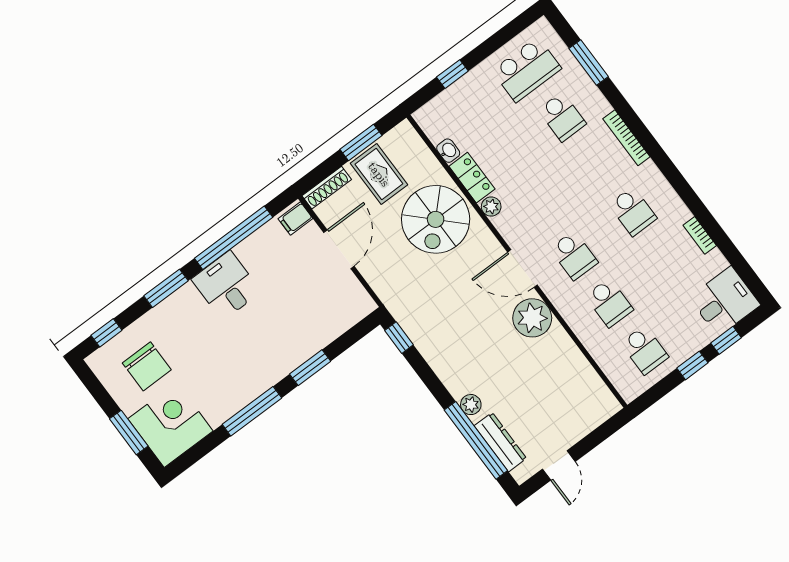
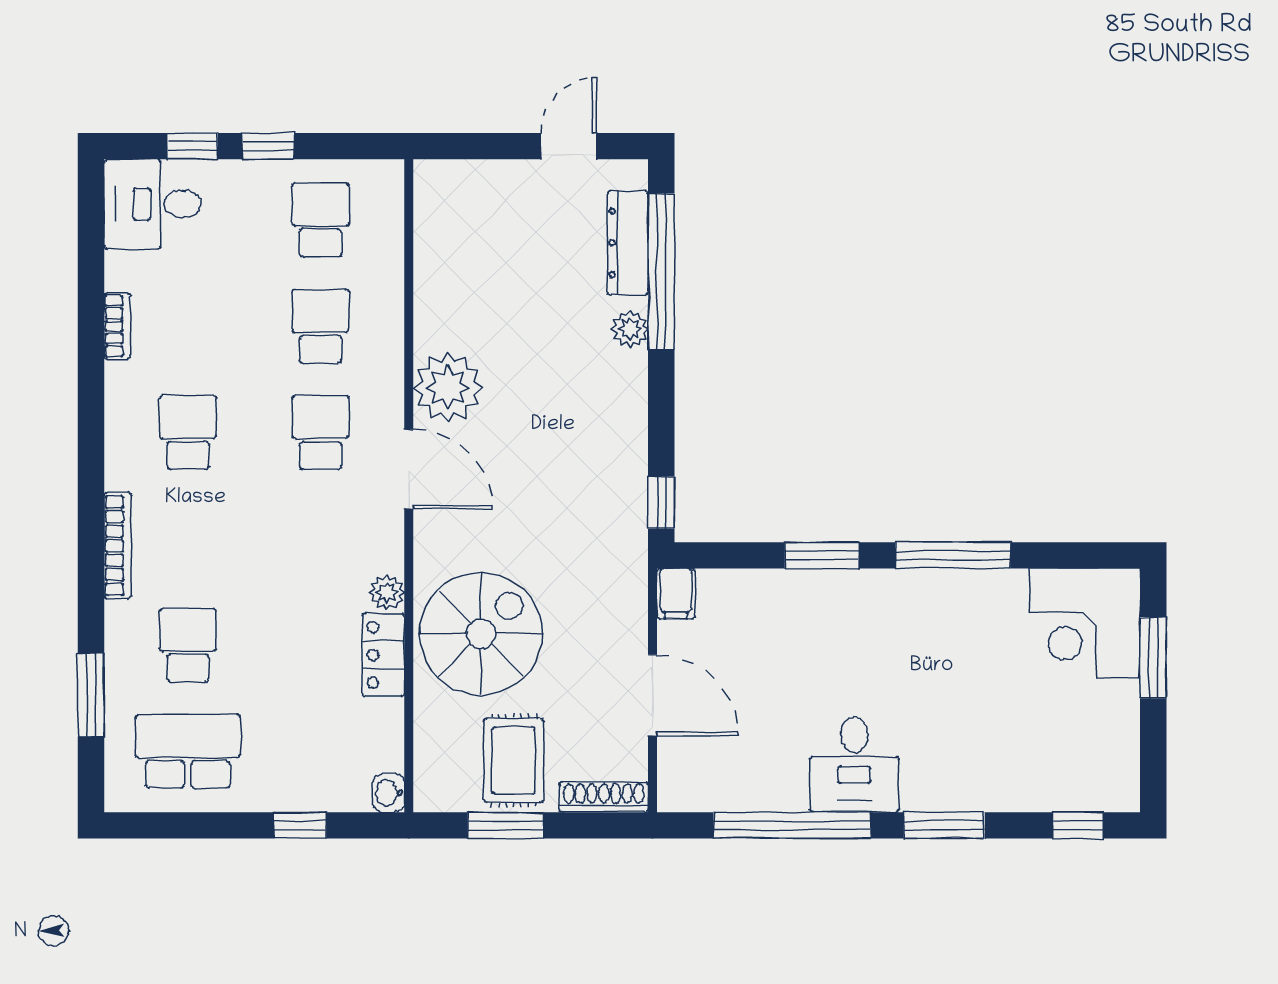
washbasin: (448, 151) -> (389, 793), moved
filing cabinet: (295, 219) -> (676, 594), moved, turned 90
door: (339, 249) -> (653, 695), swing flipped
chair: (147, 366) -> (1056, 733), removed

